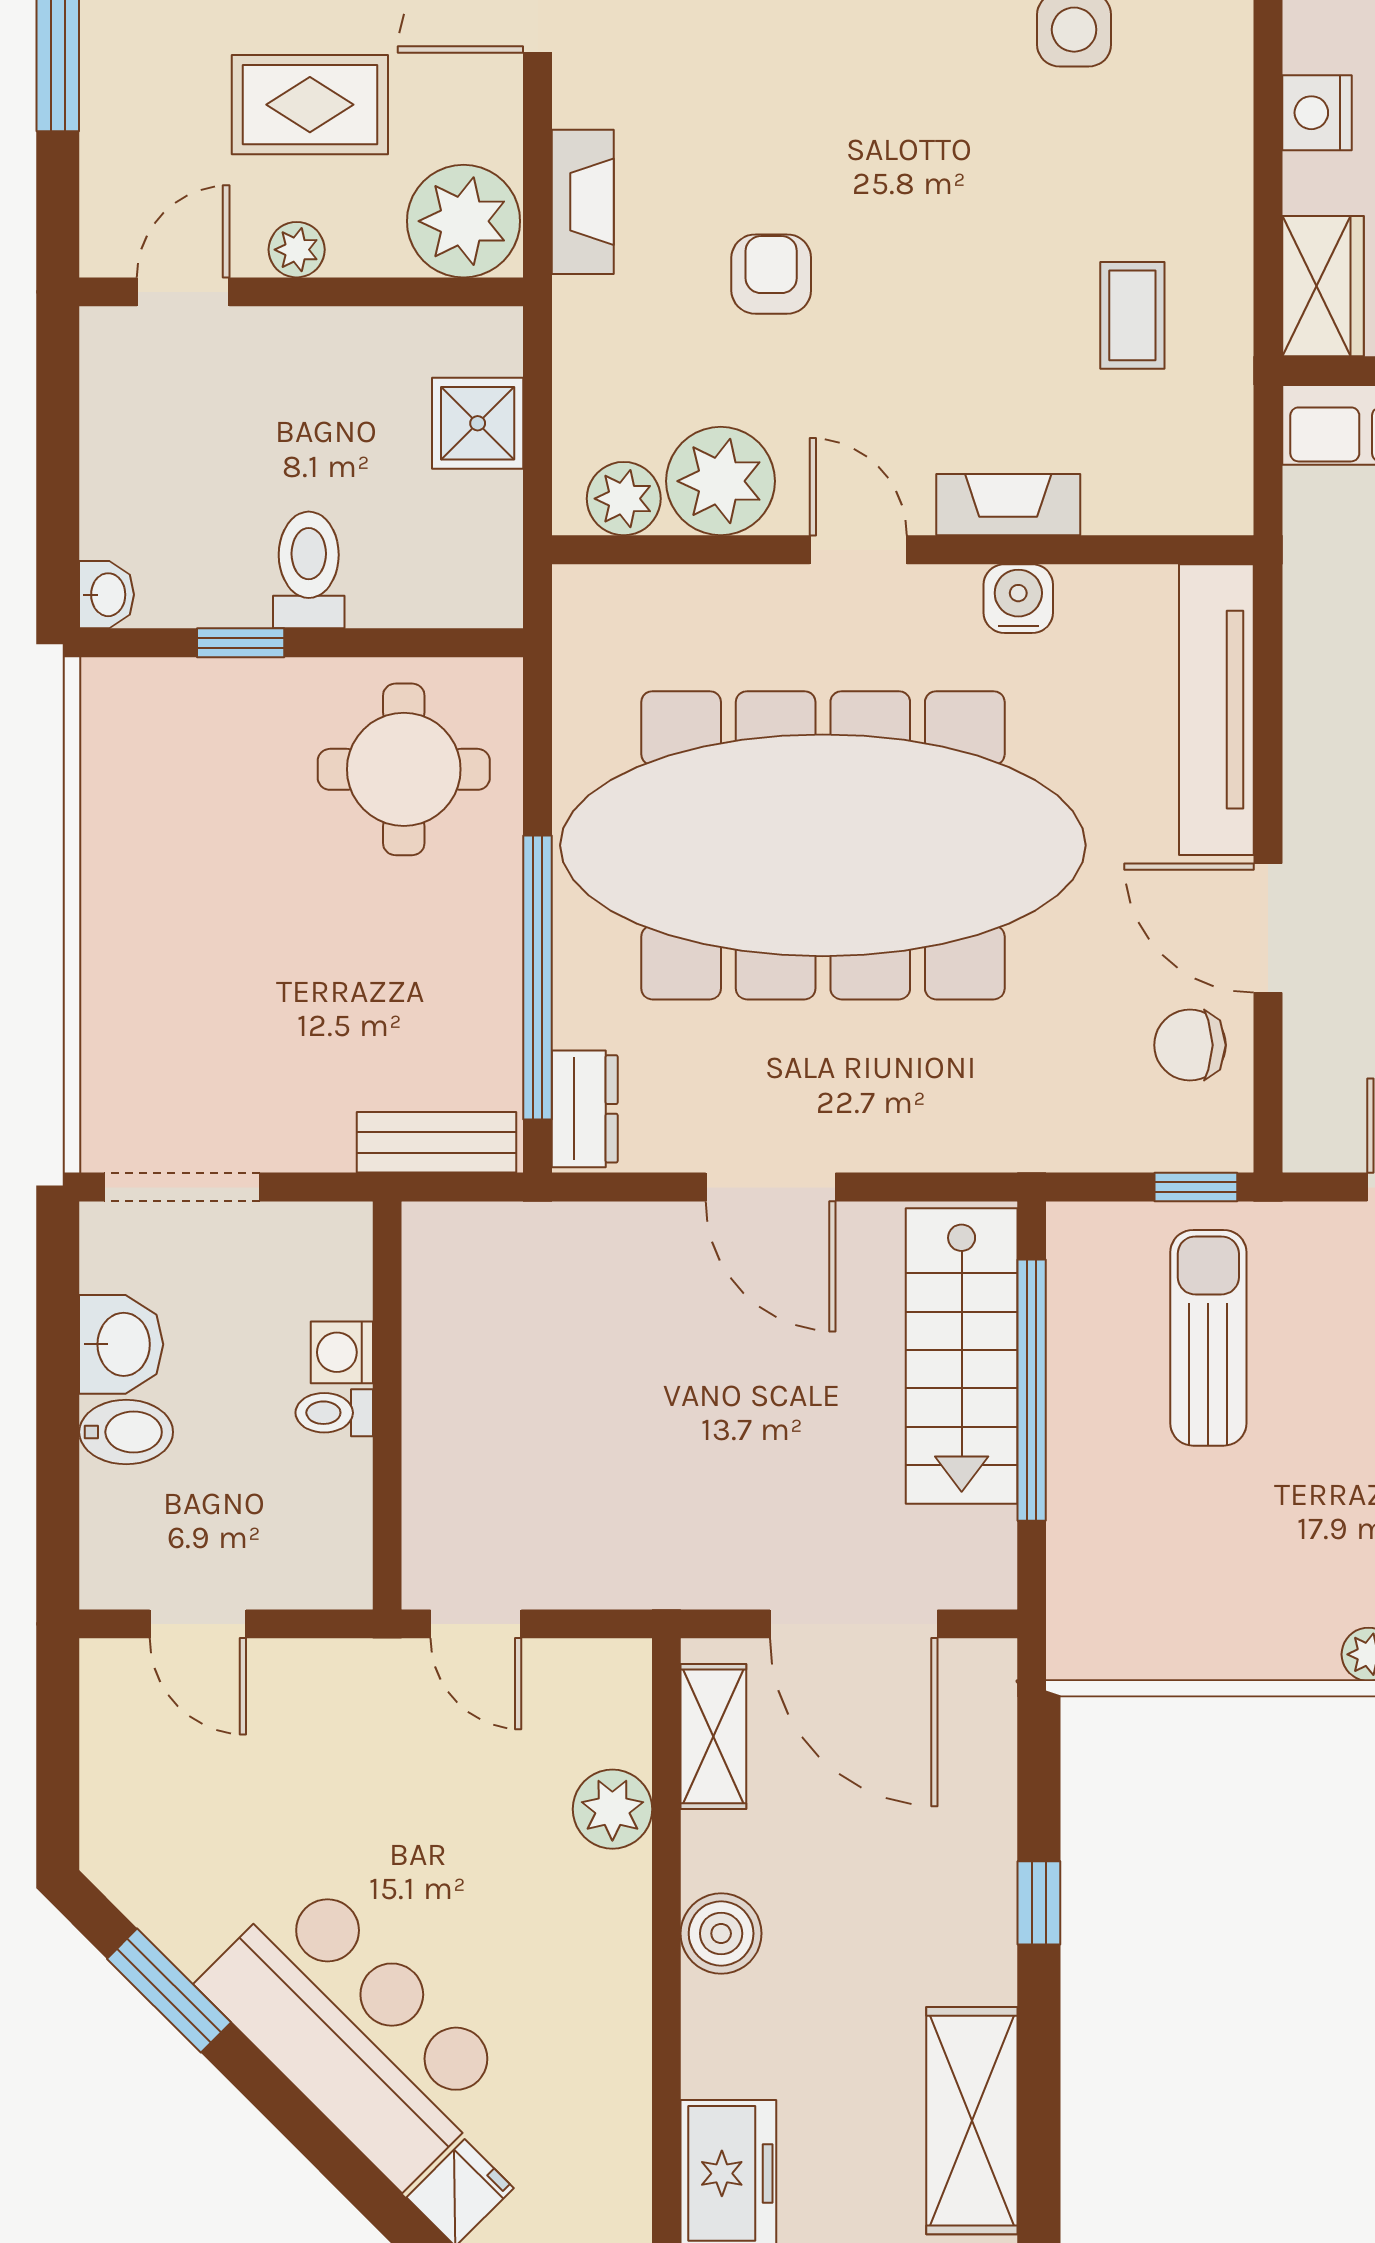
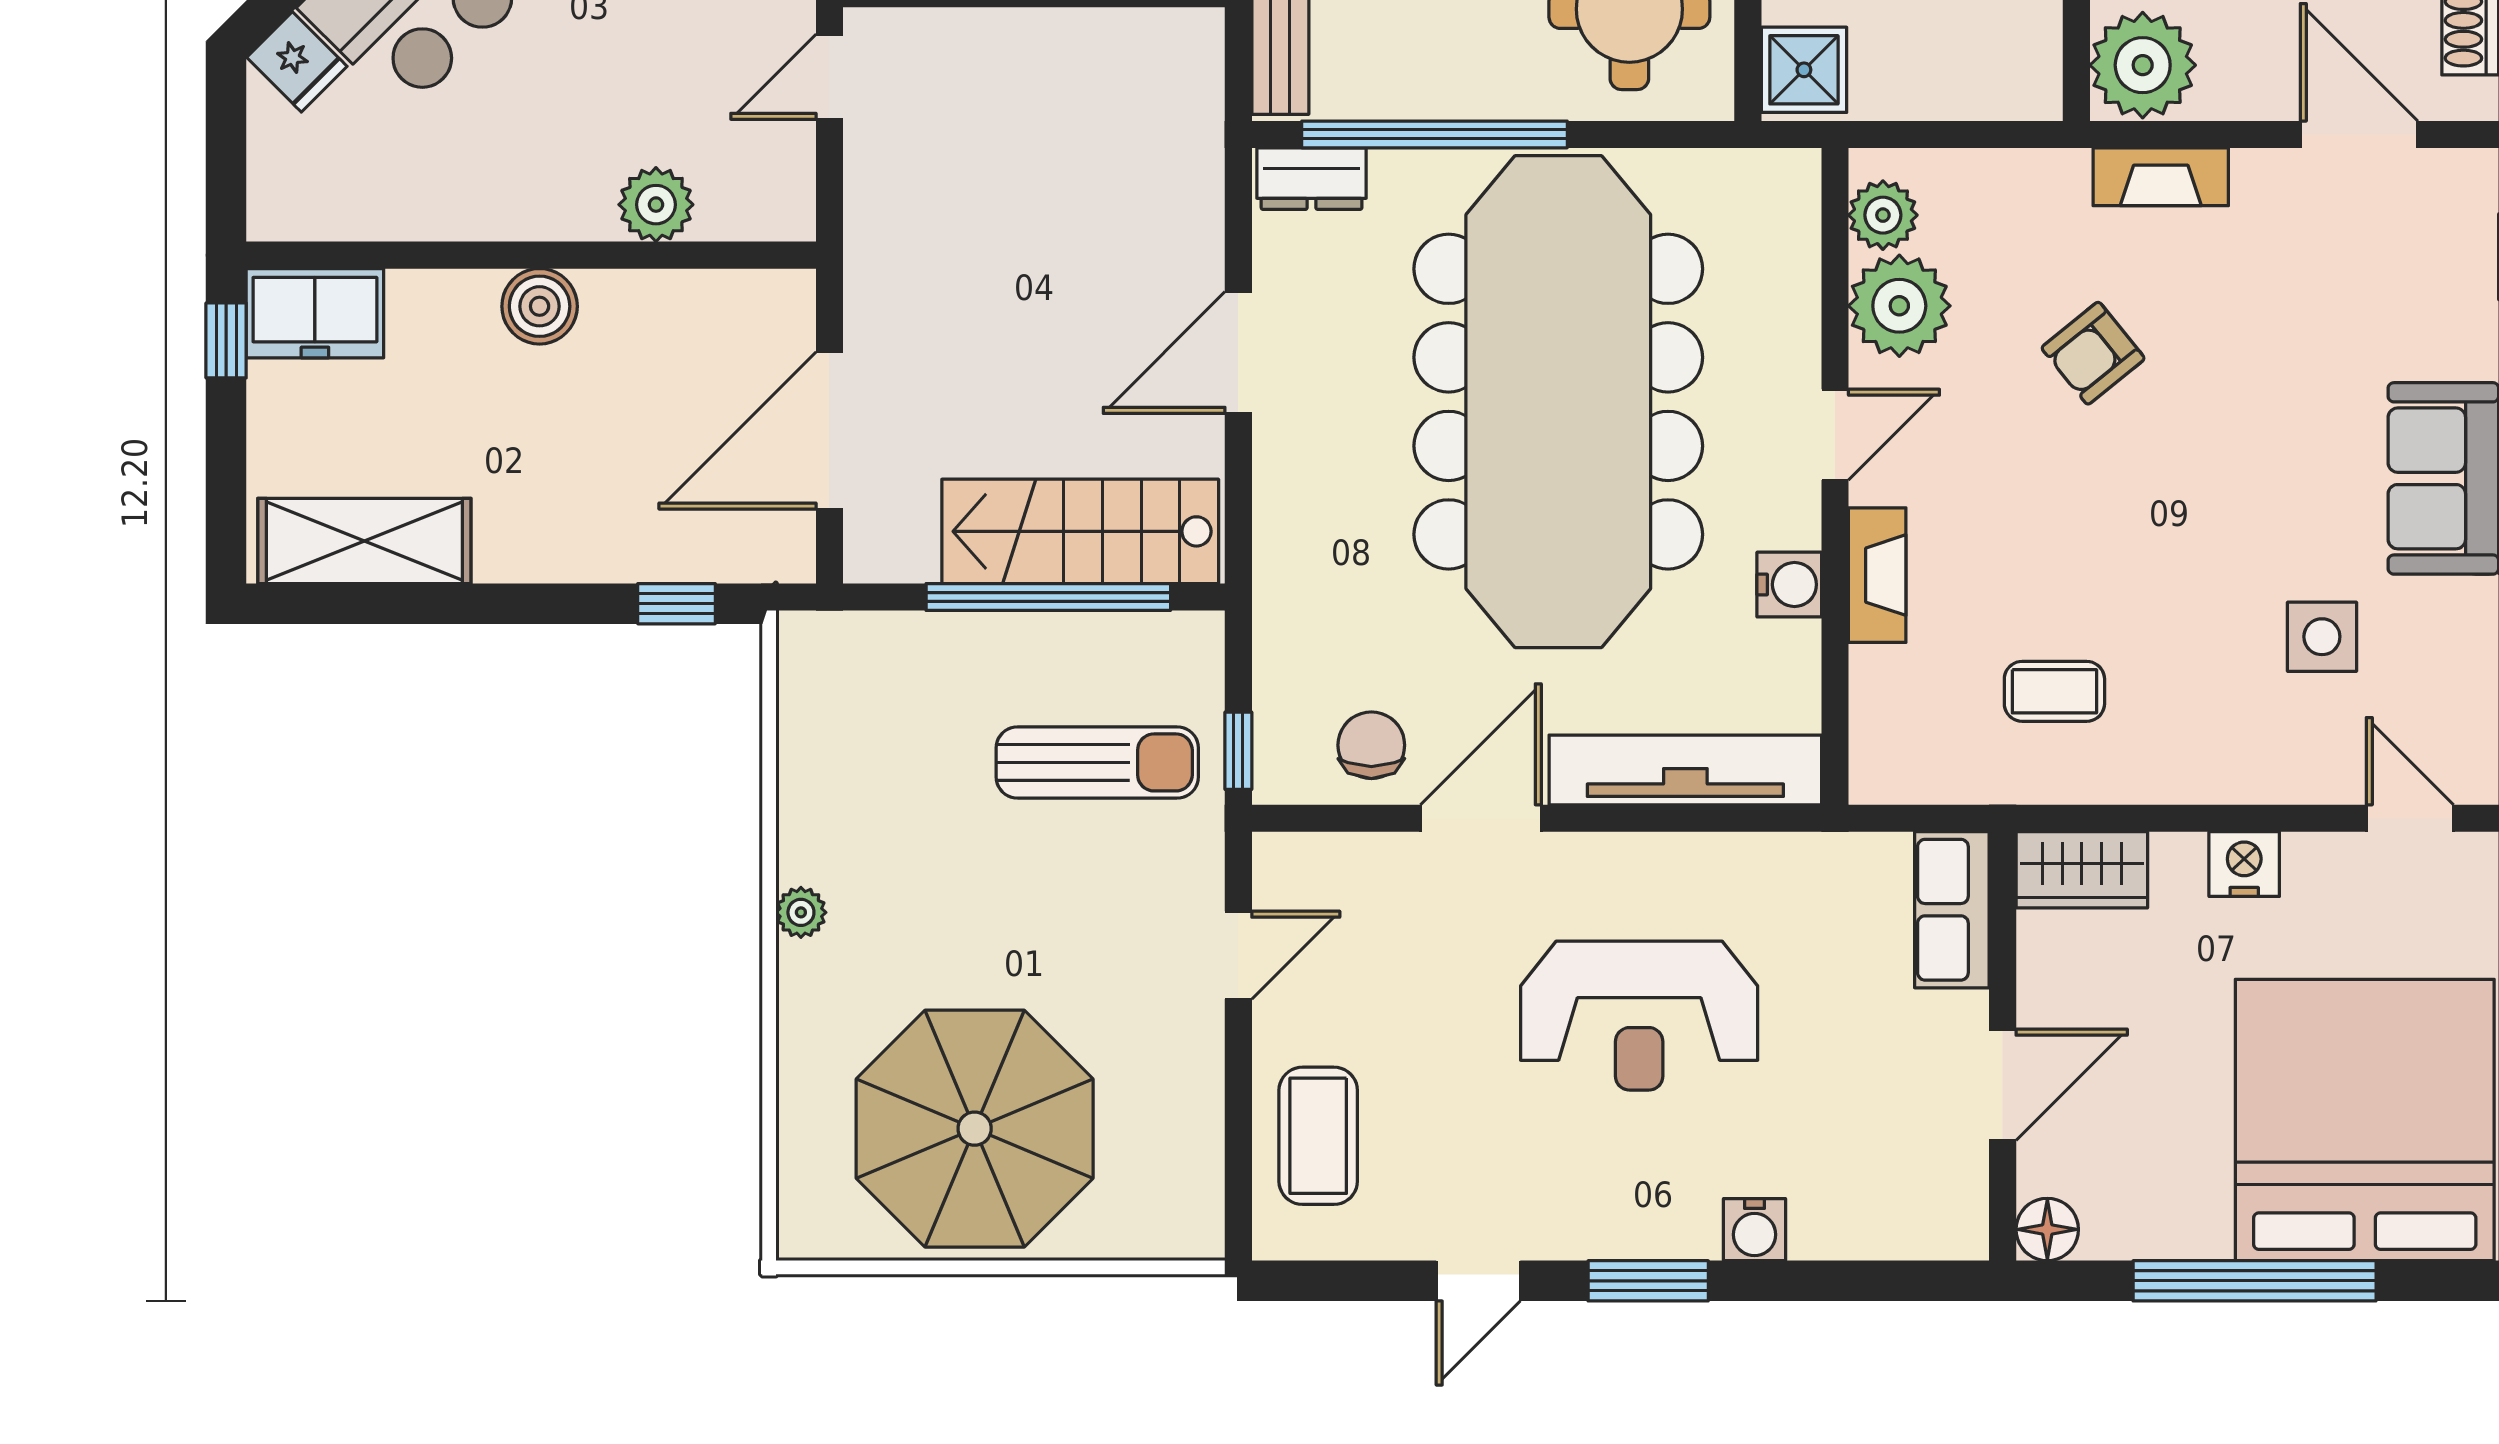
armchair: (771, 274) -> (2093, 353), turned 141
shower: (478, 423) -> (1804, 70), moved
shelving: (713, 1736) -> (724, 299), removed
window: (1039, 1903) -> (676, 604), moved

